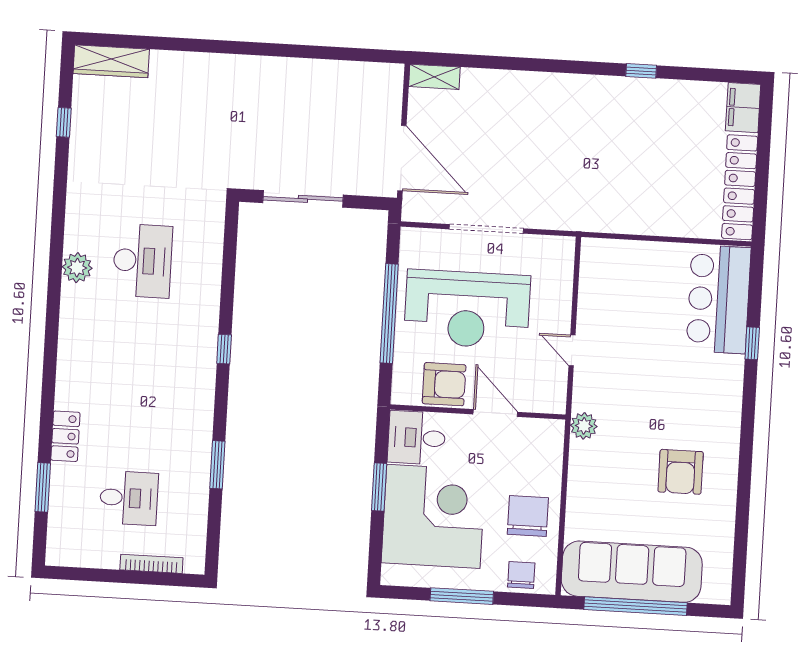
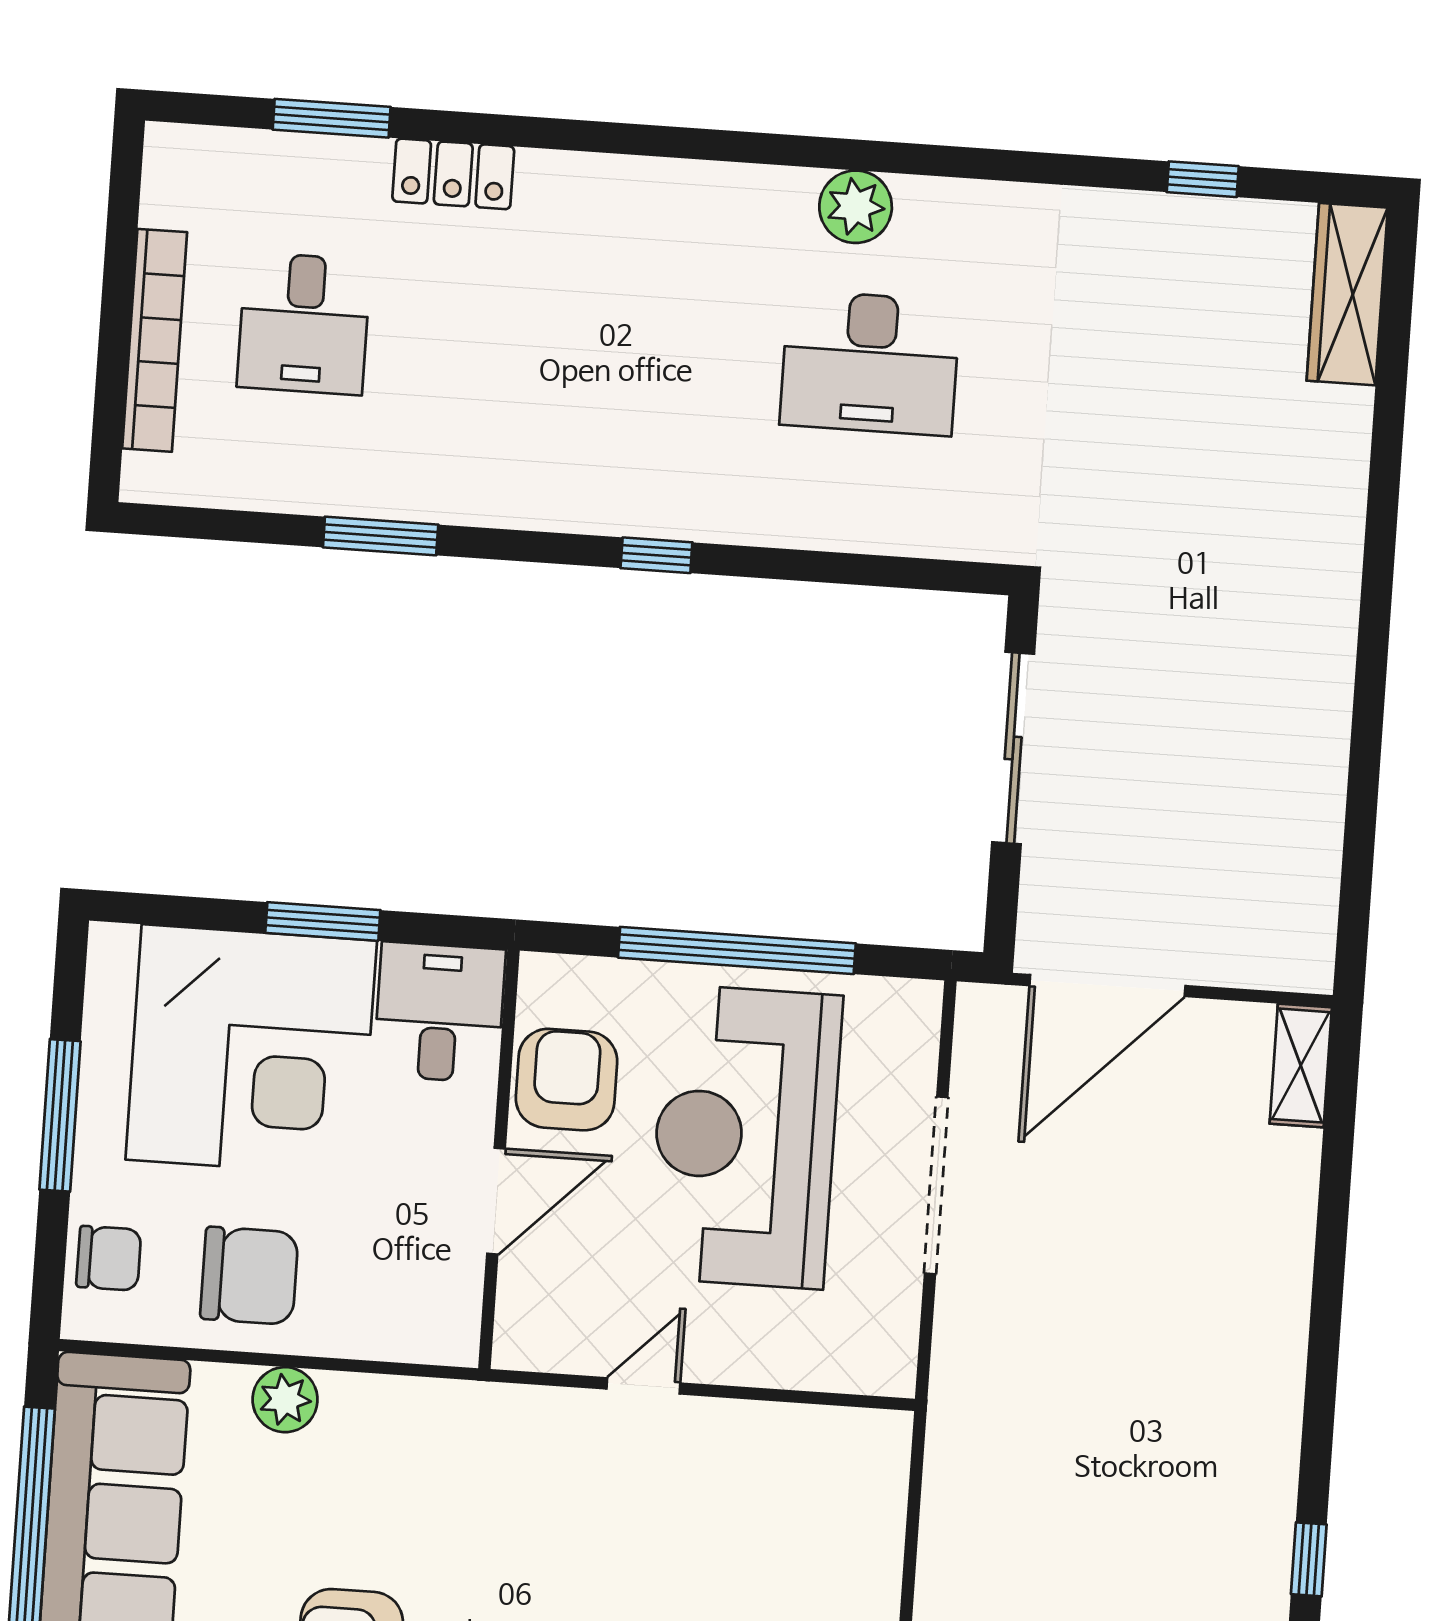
armchair: (444, 384) -> (566, 1080), turned 180
plant: (584, 426) -> (285, 1400), moved
bookcase: (151, 564) -> (155, 340), width x1.48, depth x1.31

